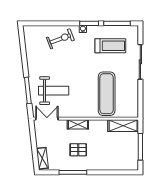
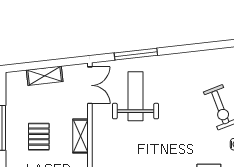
weight bench: (54, 91) -> (135, 96), turned 180
shelving: (42, 158) -> (45, 76), moved

